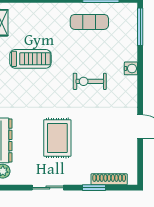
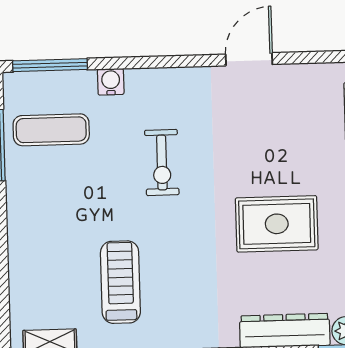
exercise mat: (89, 22) -> (51, 130), moved, turned 90
water cooler: (131, 68) -> (111, 82), moved

